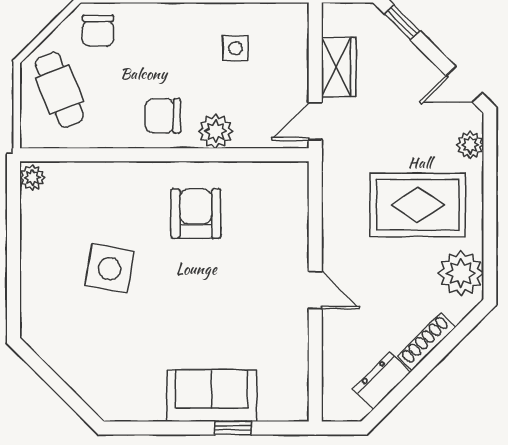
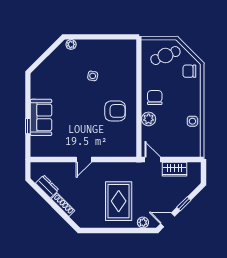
window: (402, 22) -> (184, 204), moved
side table: (235, 48) -> (192, 121), moved
door: (464, 84) -> (168, 220), hinge flipped
plant: (32, 177) -> (71, 44), moved
side table: (110, 269) -> (93, 76), width x0.54, depth x0.54
plant: (461, 273) -> (91, 219), removed

